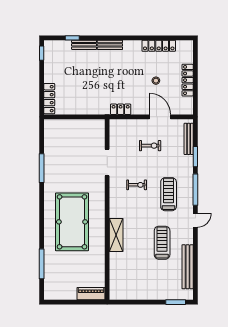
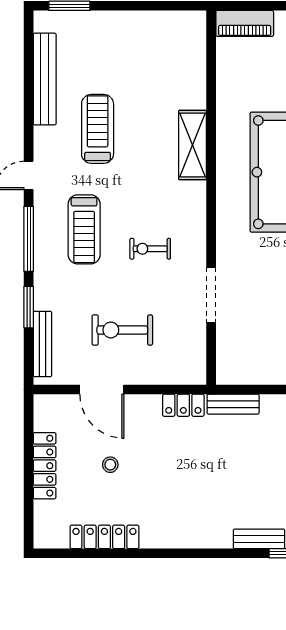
bench: (110, 45) -> (233, 404), moved
exercise bike: (150, 146) -> (122, 330), width x1.38, depth x1.39
treadmill: (162, 243) -> (98, 129), turned 180

